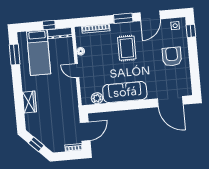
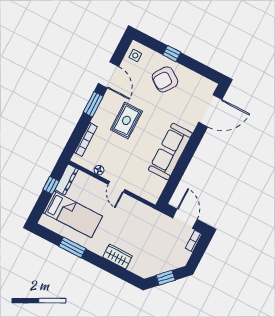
window: (191, 31) -> (172, 54), moved
rug: (127, 48) -> (126, 120), turned 90
window: (15, 55) -> (72, 247), moved
armchair: (172, 57) -> (165, 79), turned -55
door: (77, 71) -> (117, 187), hinge flipped
plant: (97, 98) -> (158, 184), removed

